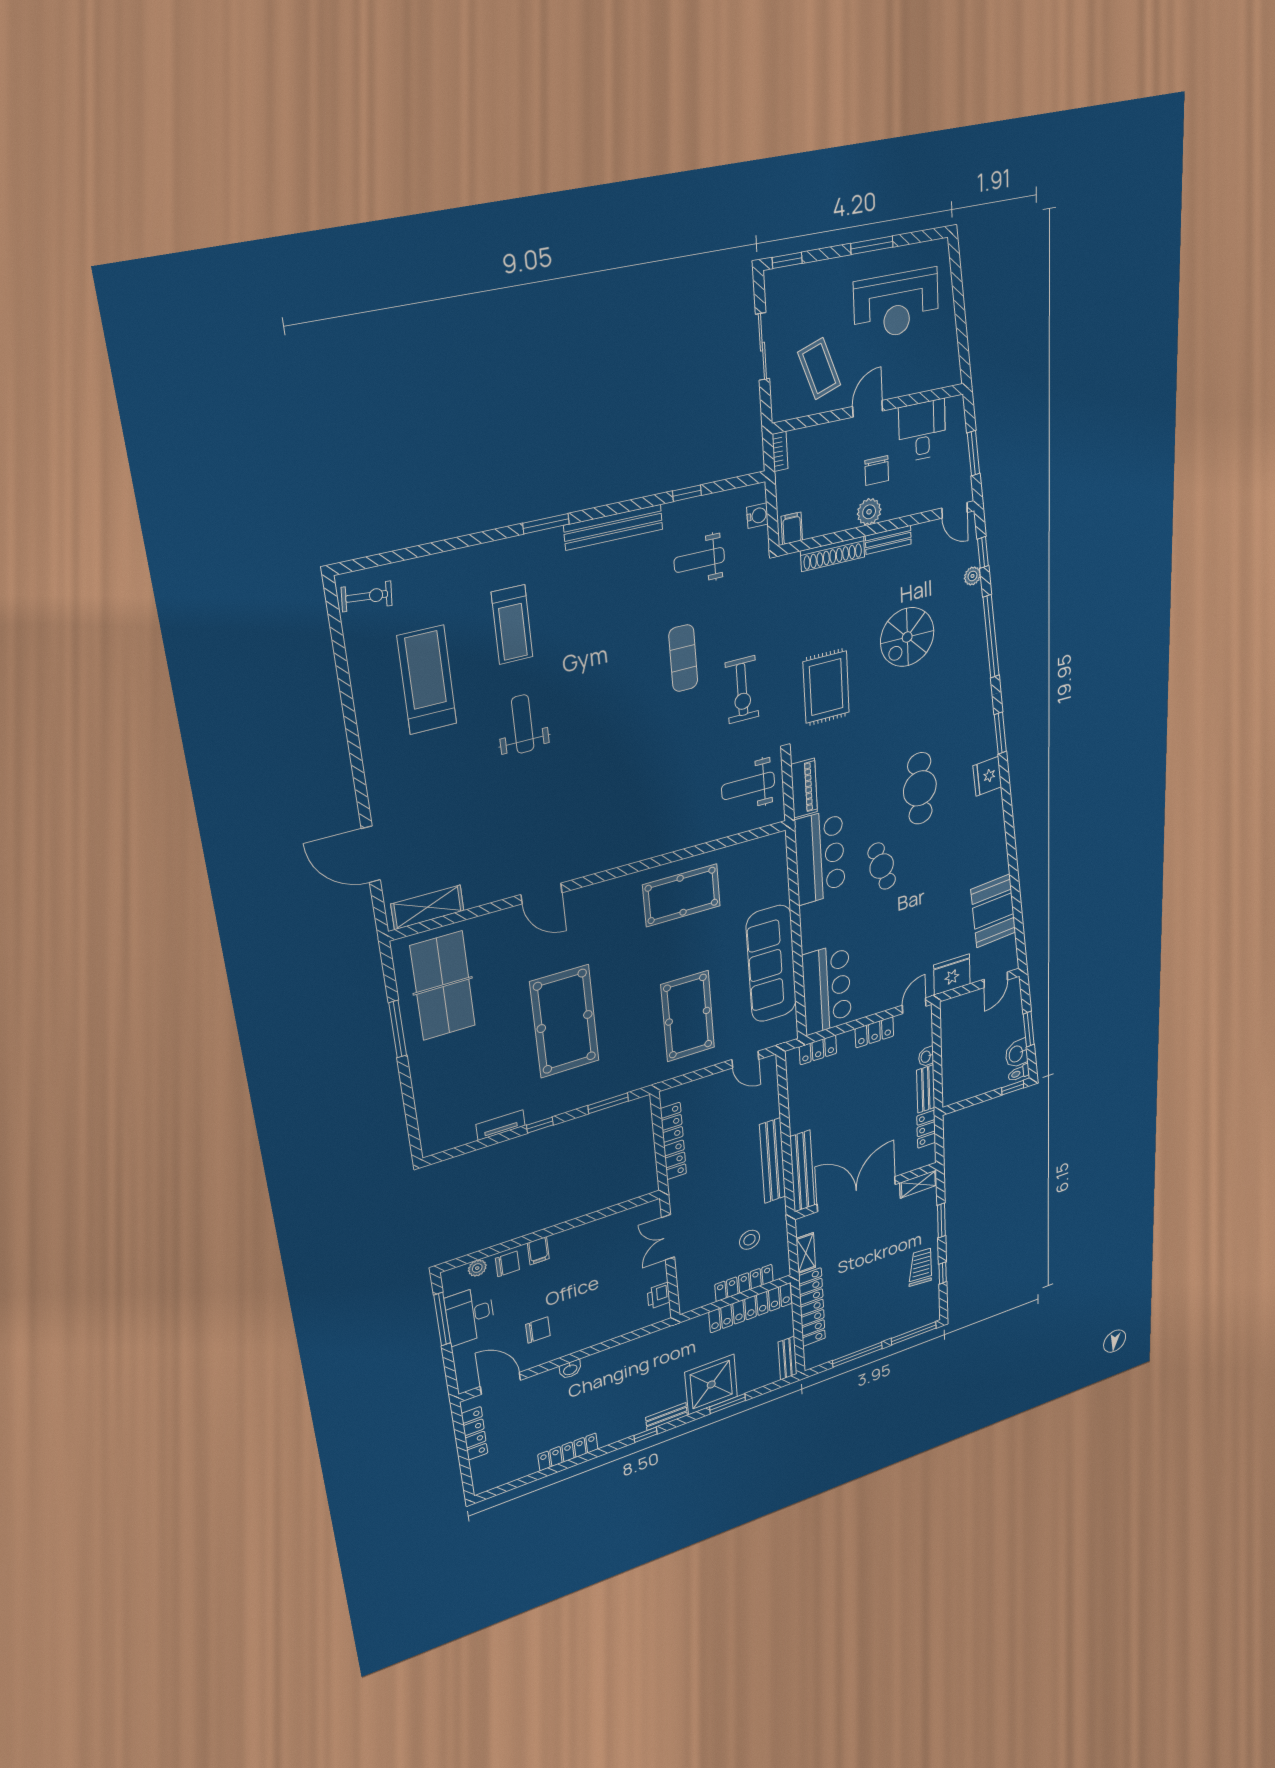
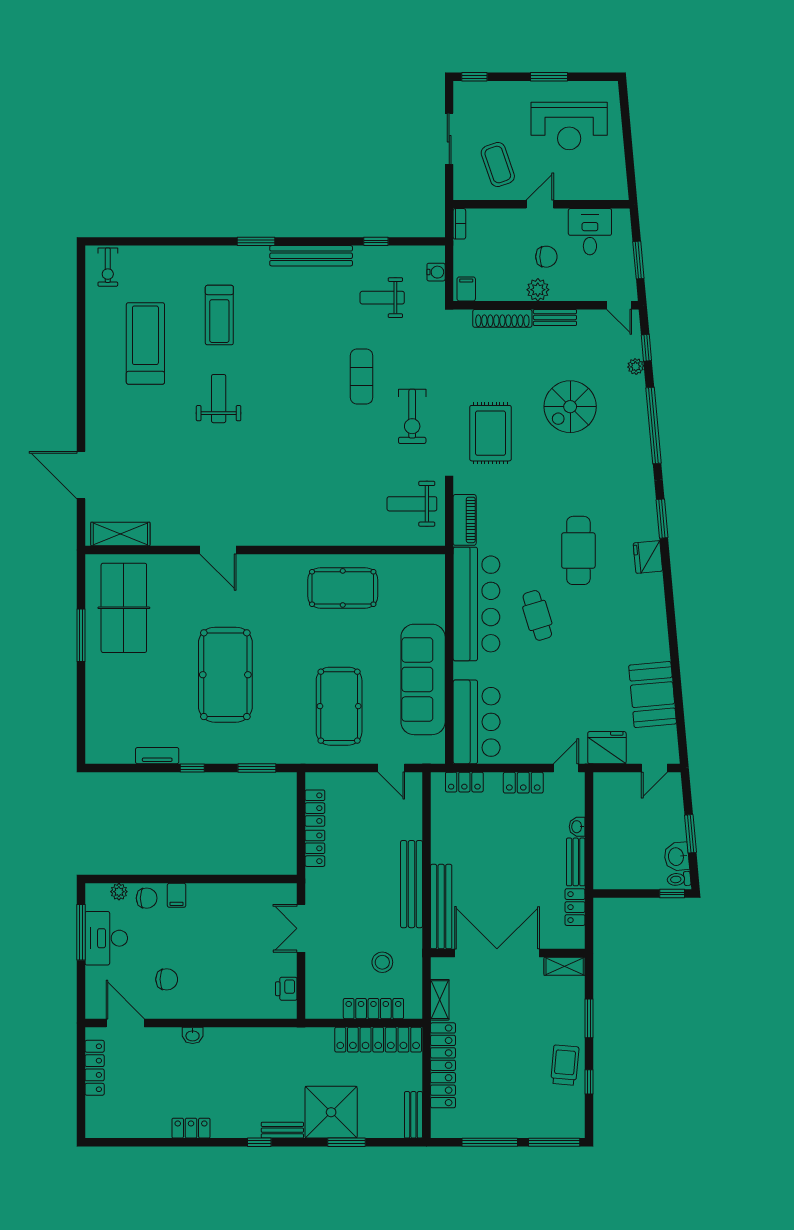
chair: (877, 471) -> (546, 257), turned -90
exercise bike: (367, 596) -> (108, 267), turned 85
bar counter: (820, 857) -> (476, 604), width x1.36
locker: (568, 1452) -> (191, 1128), width x0.66

